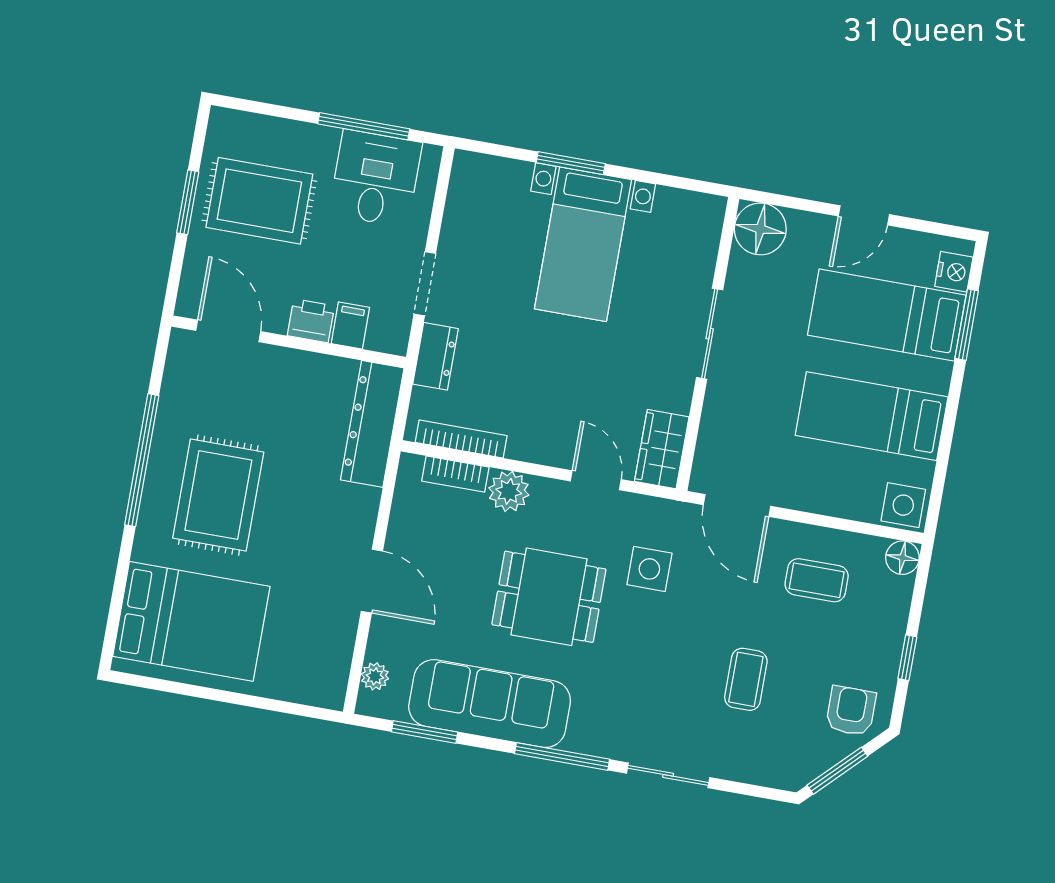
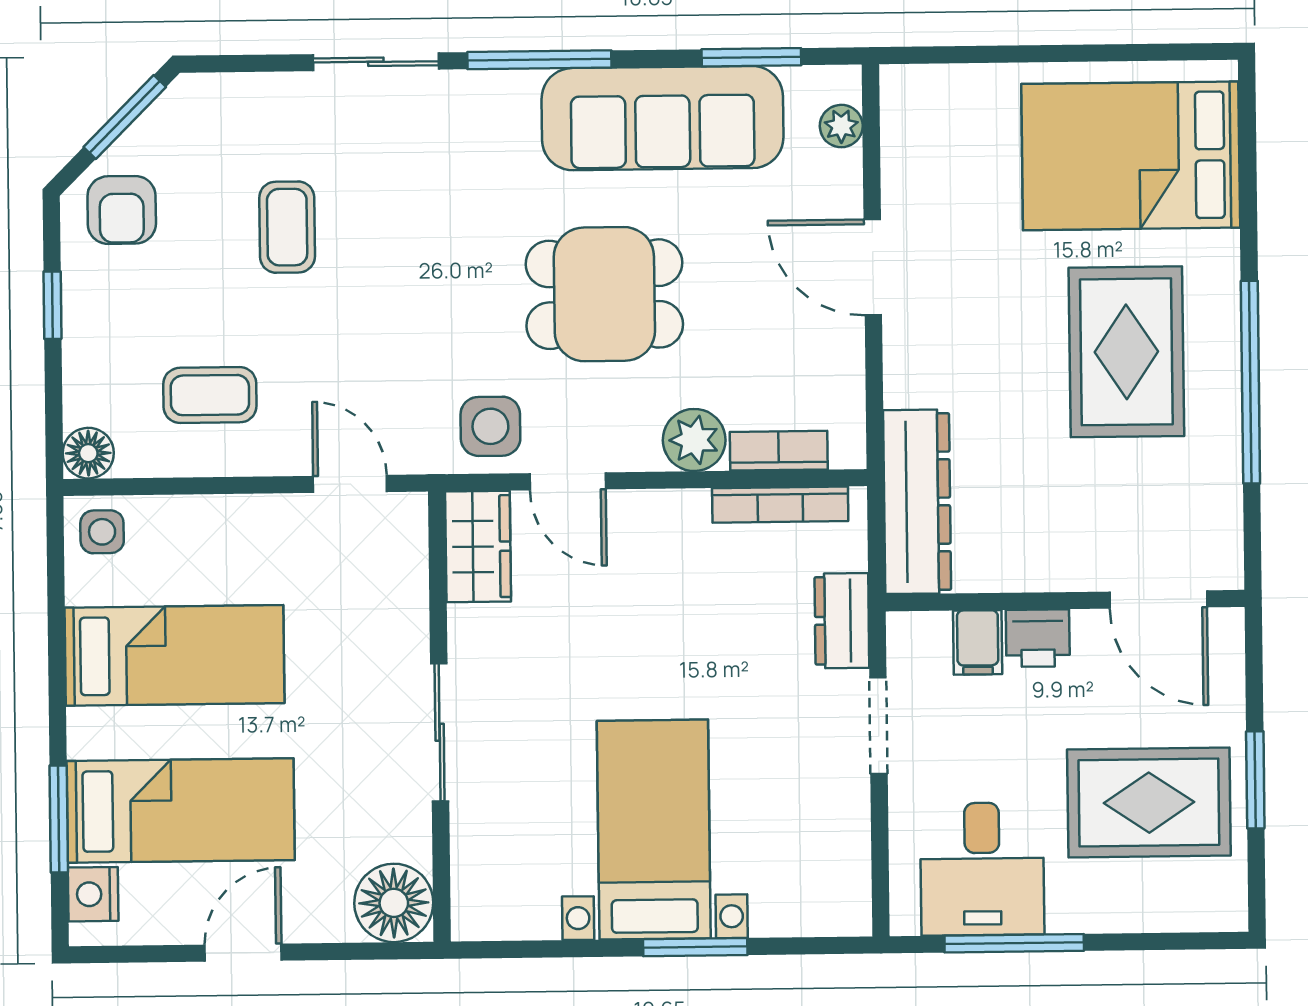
door: (737, 505) -> (350, 484), width x0.73
side table: (903, 505) -> (102, 532), width x0.73, depth x0.73
side table: (649, 569) -> (490, 426), moved

